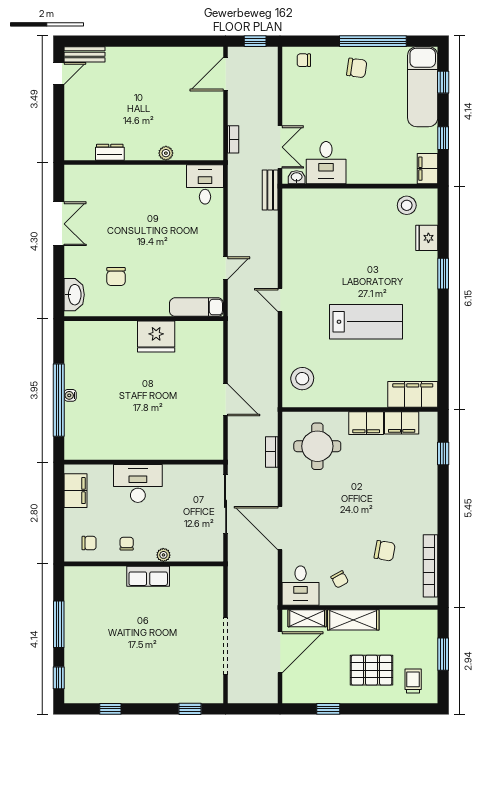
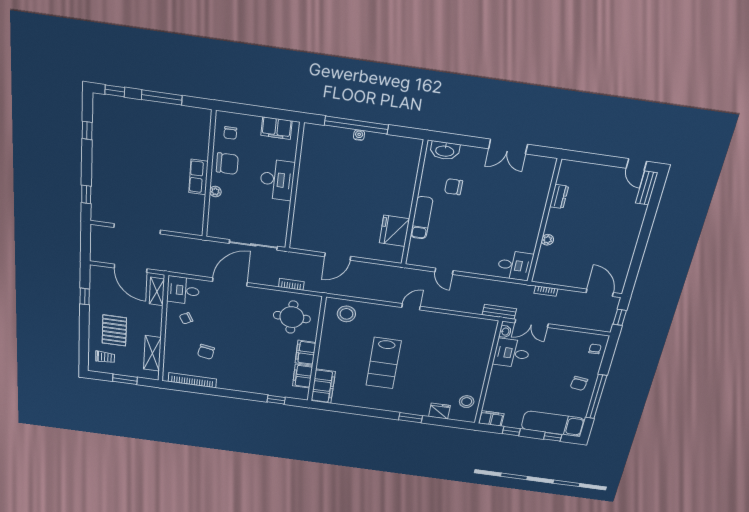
exam couch: (196, 307) -> (422, 218), moved
fridge: (156, 336) -> (394, 231), moved
chair: (127, 544) -> (227, 164), width x1.87, depth x1.87
shelving: (353, 620) -> (152, 353), moved

